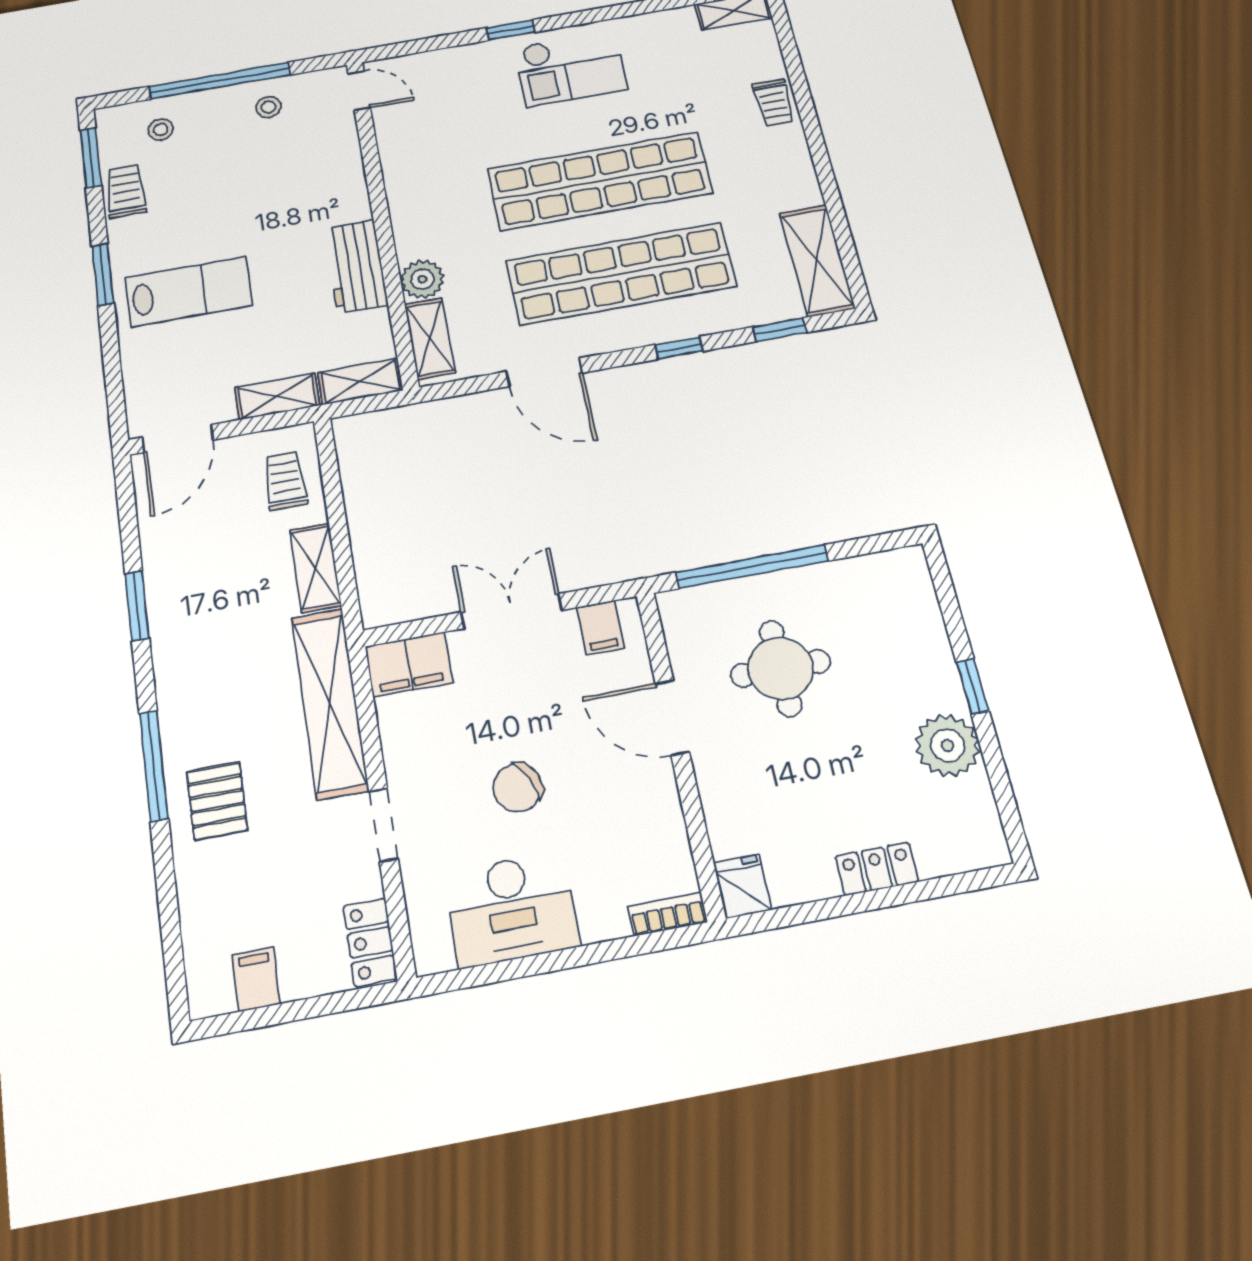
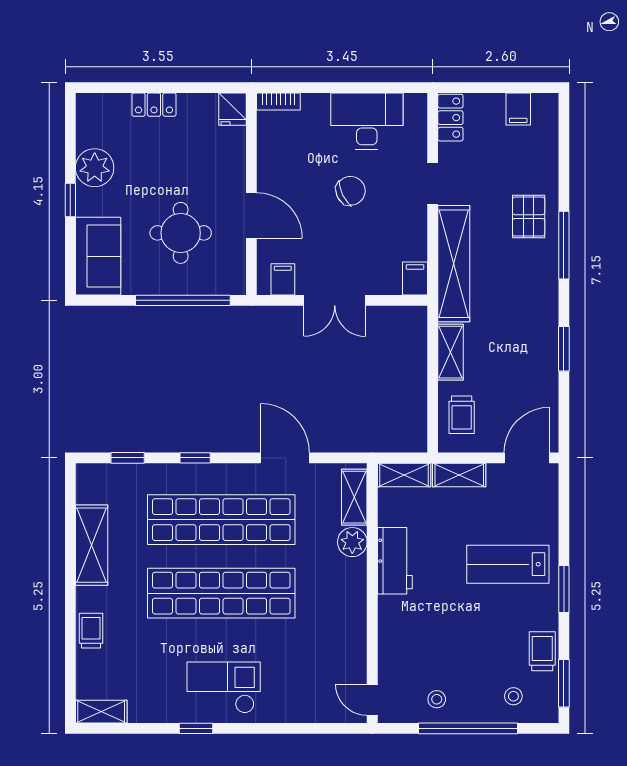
window: (511, 30) -> (196, 728), moved
trolley: (126, 191) -> (542, 651), turned 180
shelving: (817, 260) -> (92, 545), moved
sofa: (903, 608) -> (98, 256), added
filing cabinet: (409, 664) -> (415, 279), width x0.50

